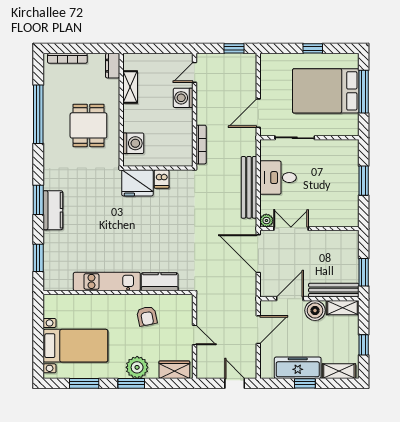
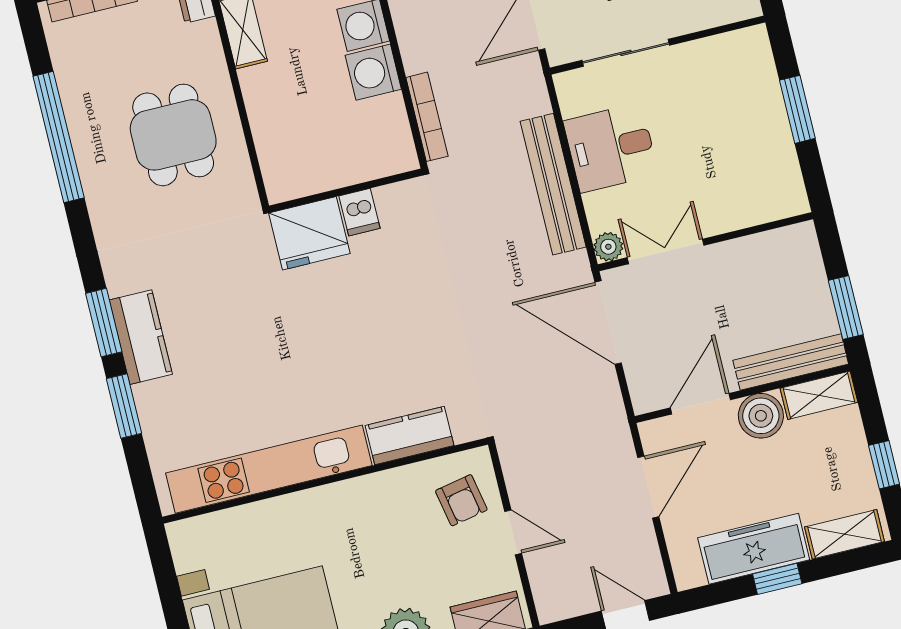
washing machine: (133, 143) -> (373, 72), moved, turned 180
window: (38, 258) -> (124, 406), moved
kitchen unit: (107, 281) -> (269, 469), width x1.36
armchair: (147, 316) -> (461, 500), moved

